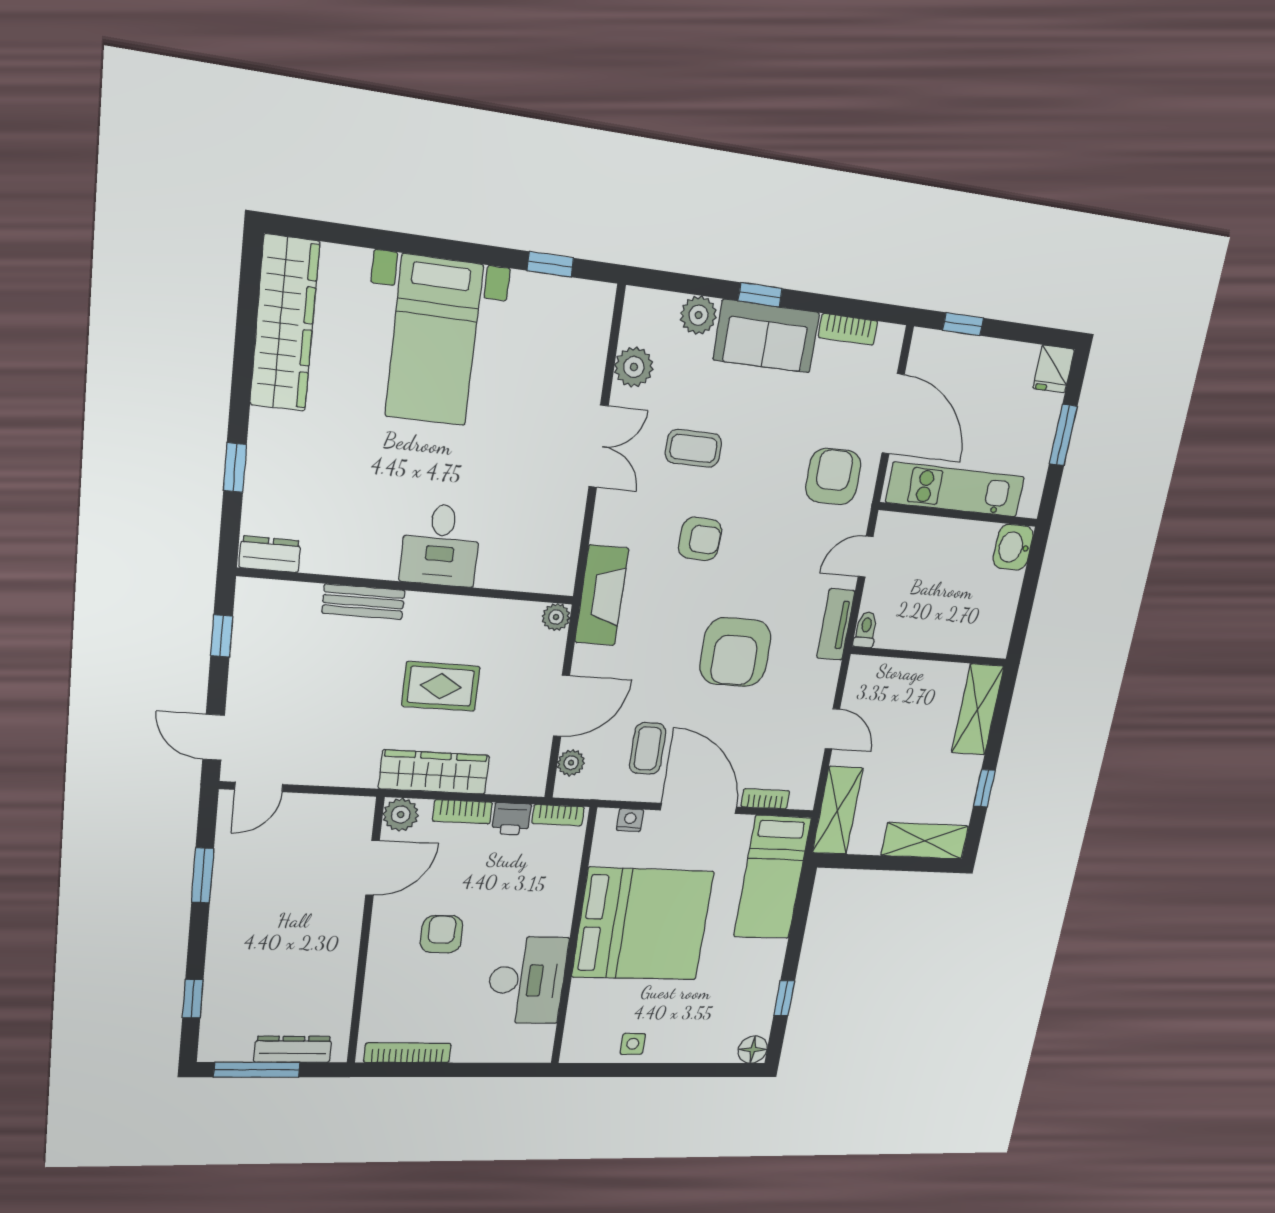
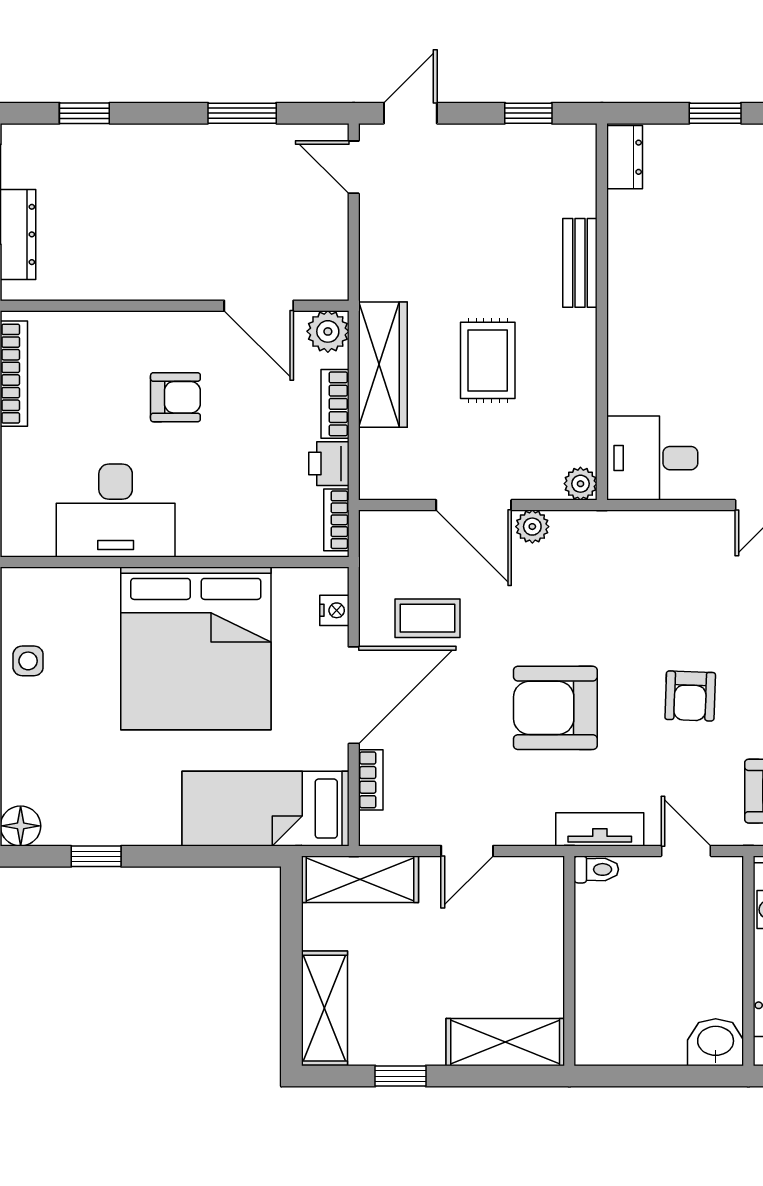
armchair: (700, 539) -> (690, 696), moved
desk: (441, 545) -> (652, 458), moved
fireplace: (602, 595) -> (610, 534), removed
plant: (571, 763) -> (532, 527), moved

